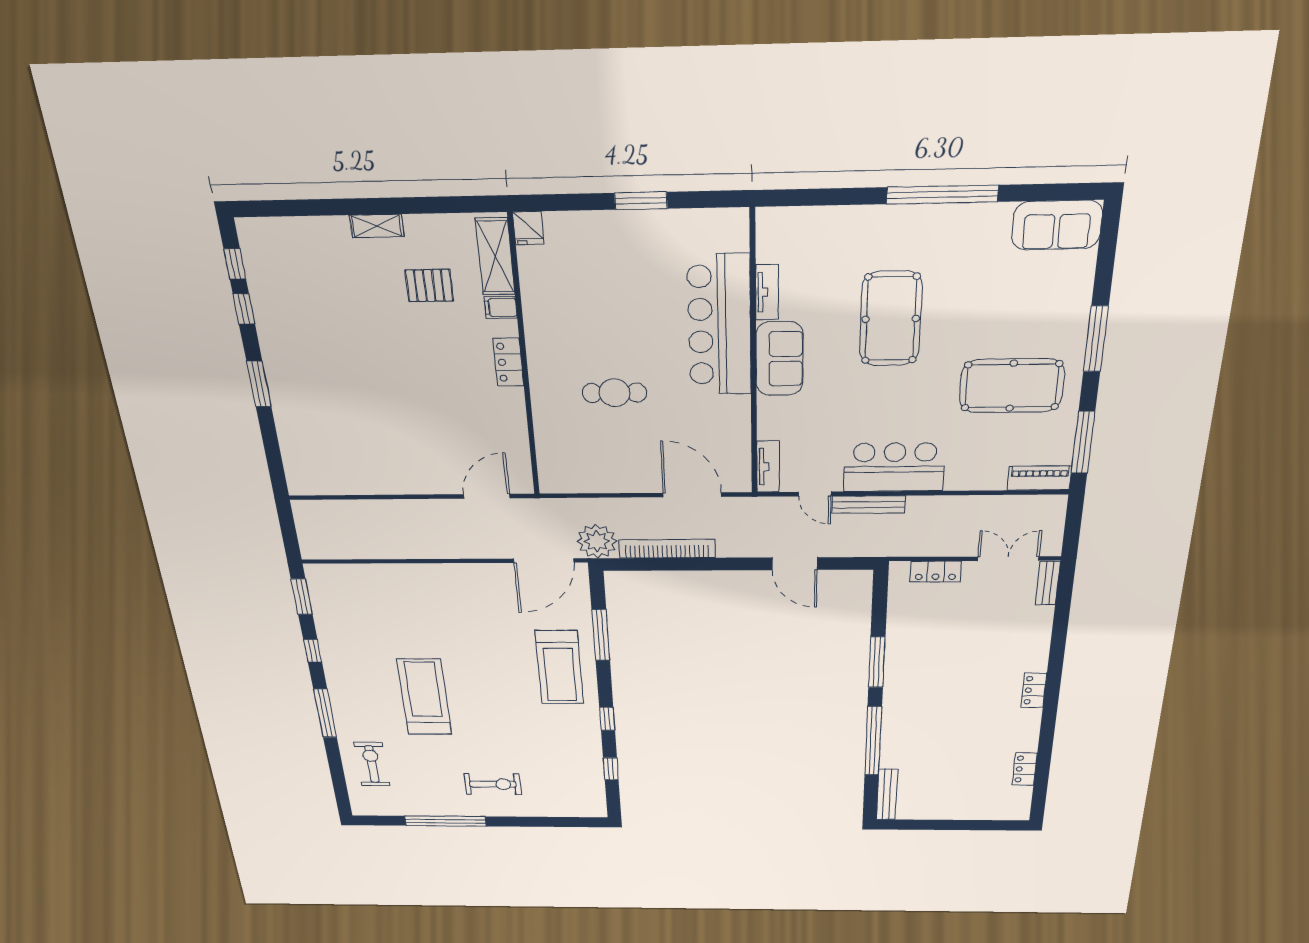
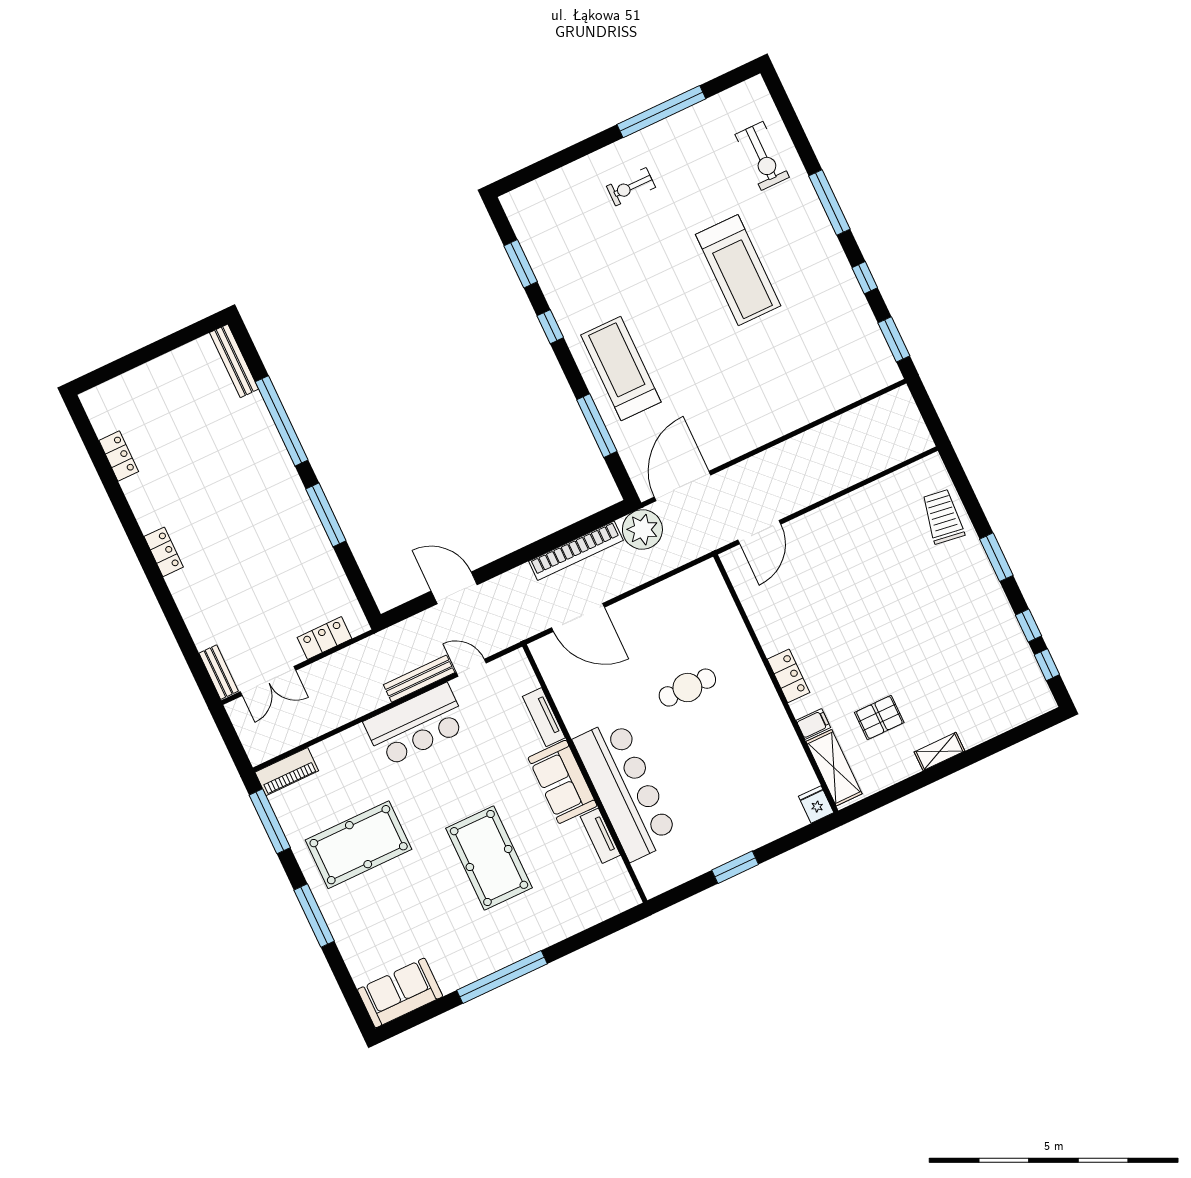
trolley: (302, 440) -> (943, 517), added
tv unit: (768, 467) -> (544, 717), moved
window: (611, 769) -> (521, 264), width x1.50
exercise bike: (493, 784) -> (631, 187), width x0.73, depth x0.72

